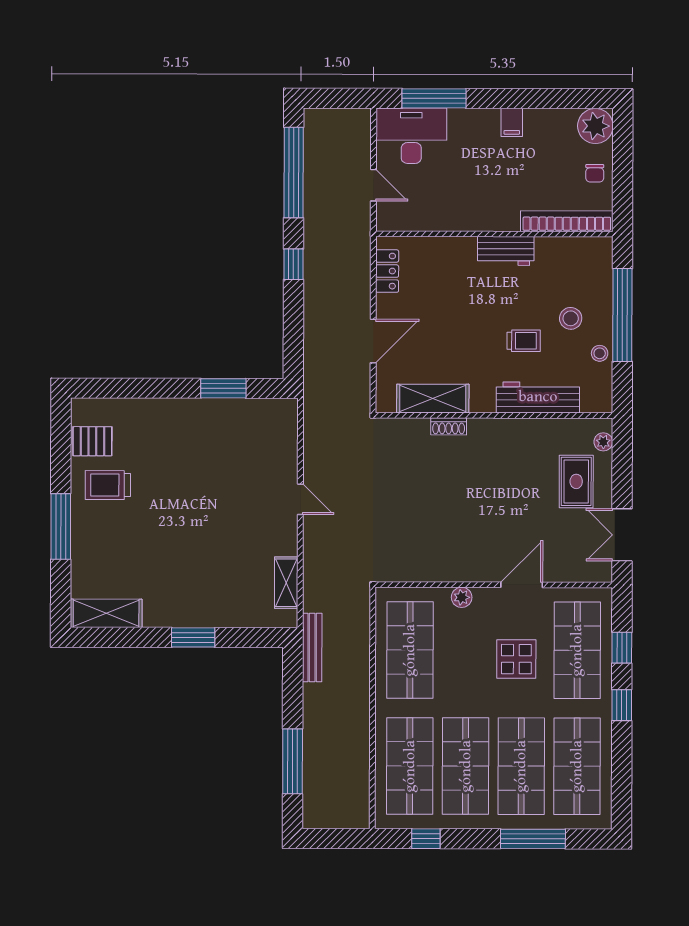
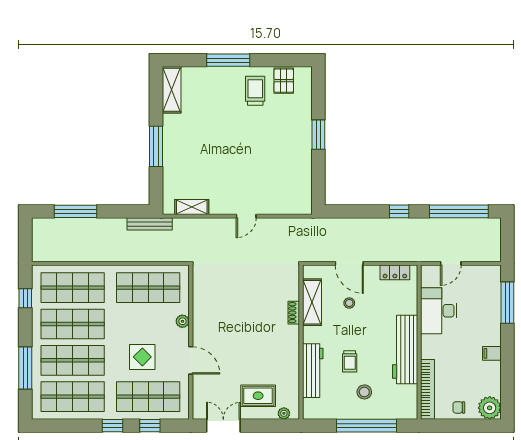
desk: (411, 136) -> (439, 311), moved, turned 180
workbench: (506, 251) -> (405, 350), width x1.88, depth x1.32
stool: (600, 353) -> (349, 303), moved
window: (223, 388) -> (318, 135), moved
window: (193, 637) -> (156, 146), width x1.44

